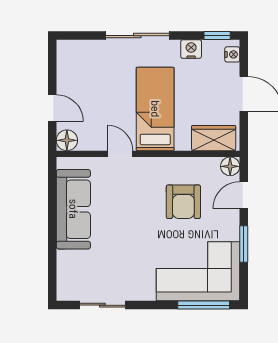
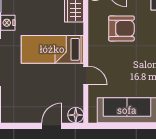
door: (120, 154) -> (86, 75), swing flipped

